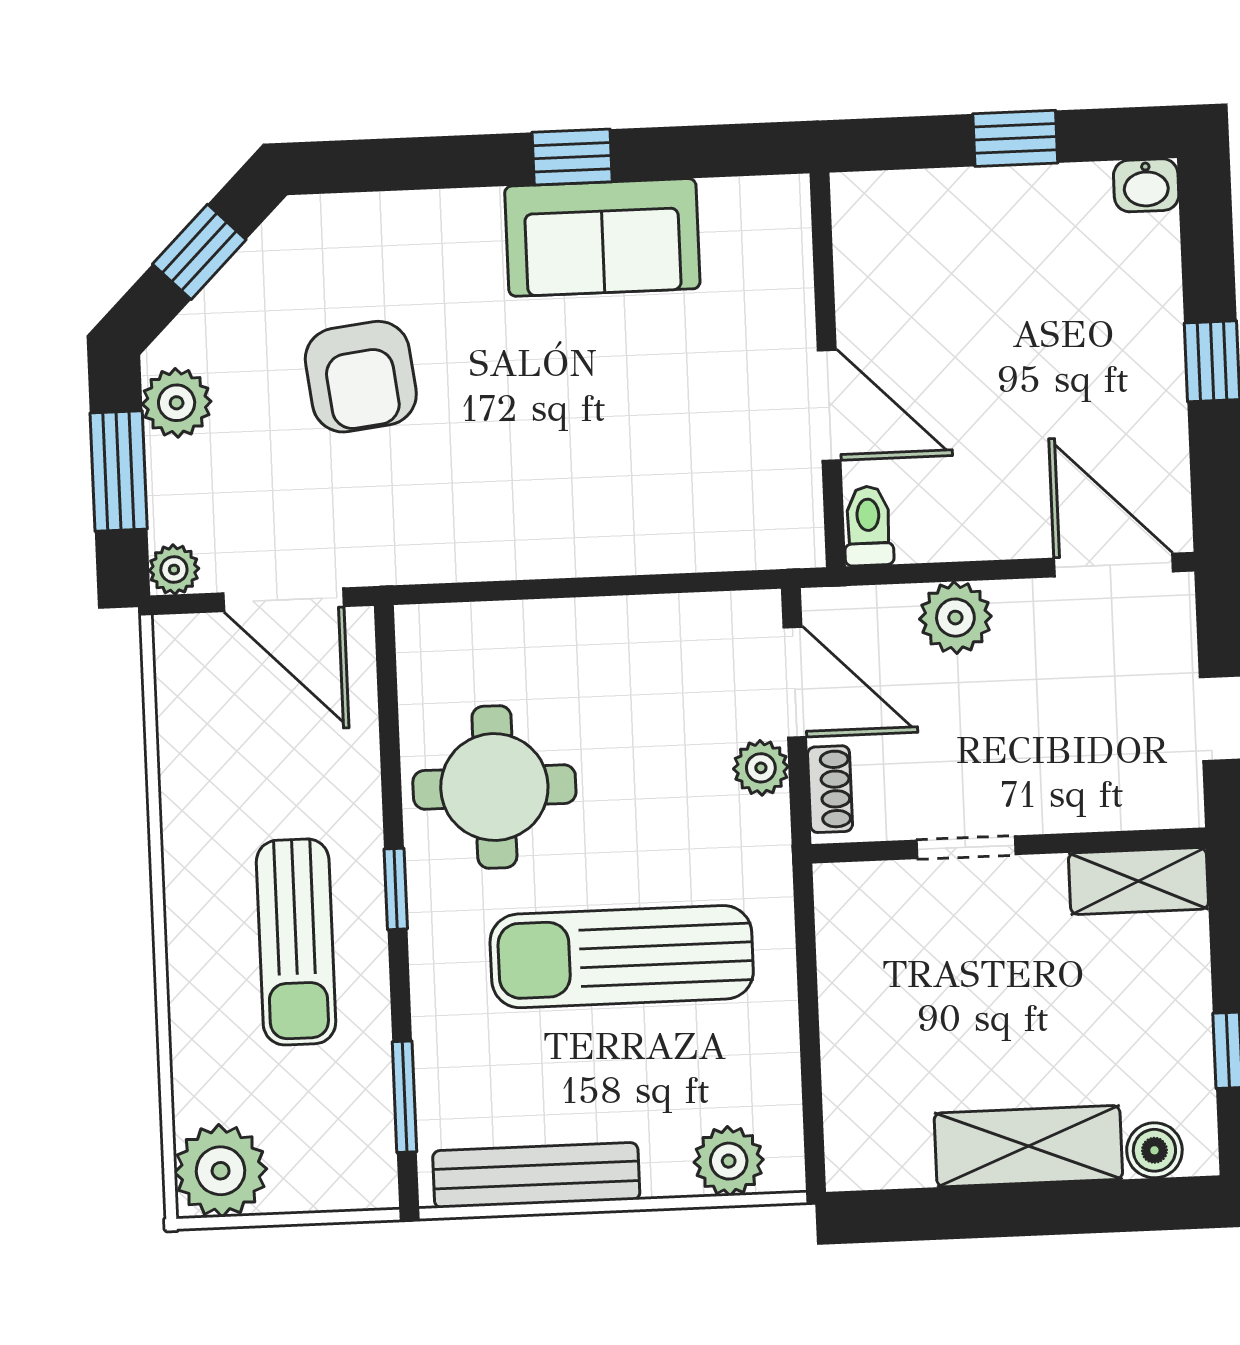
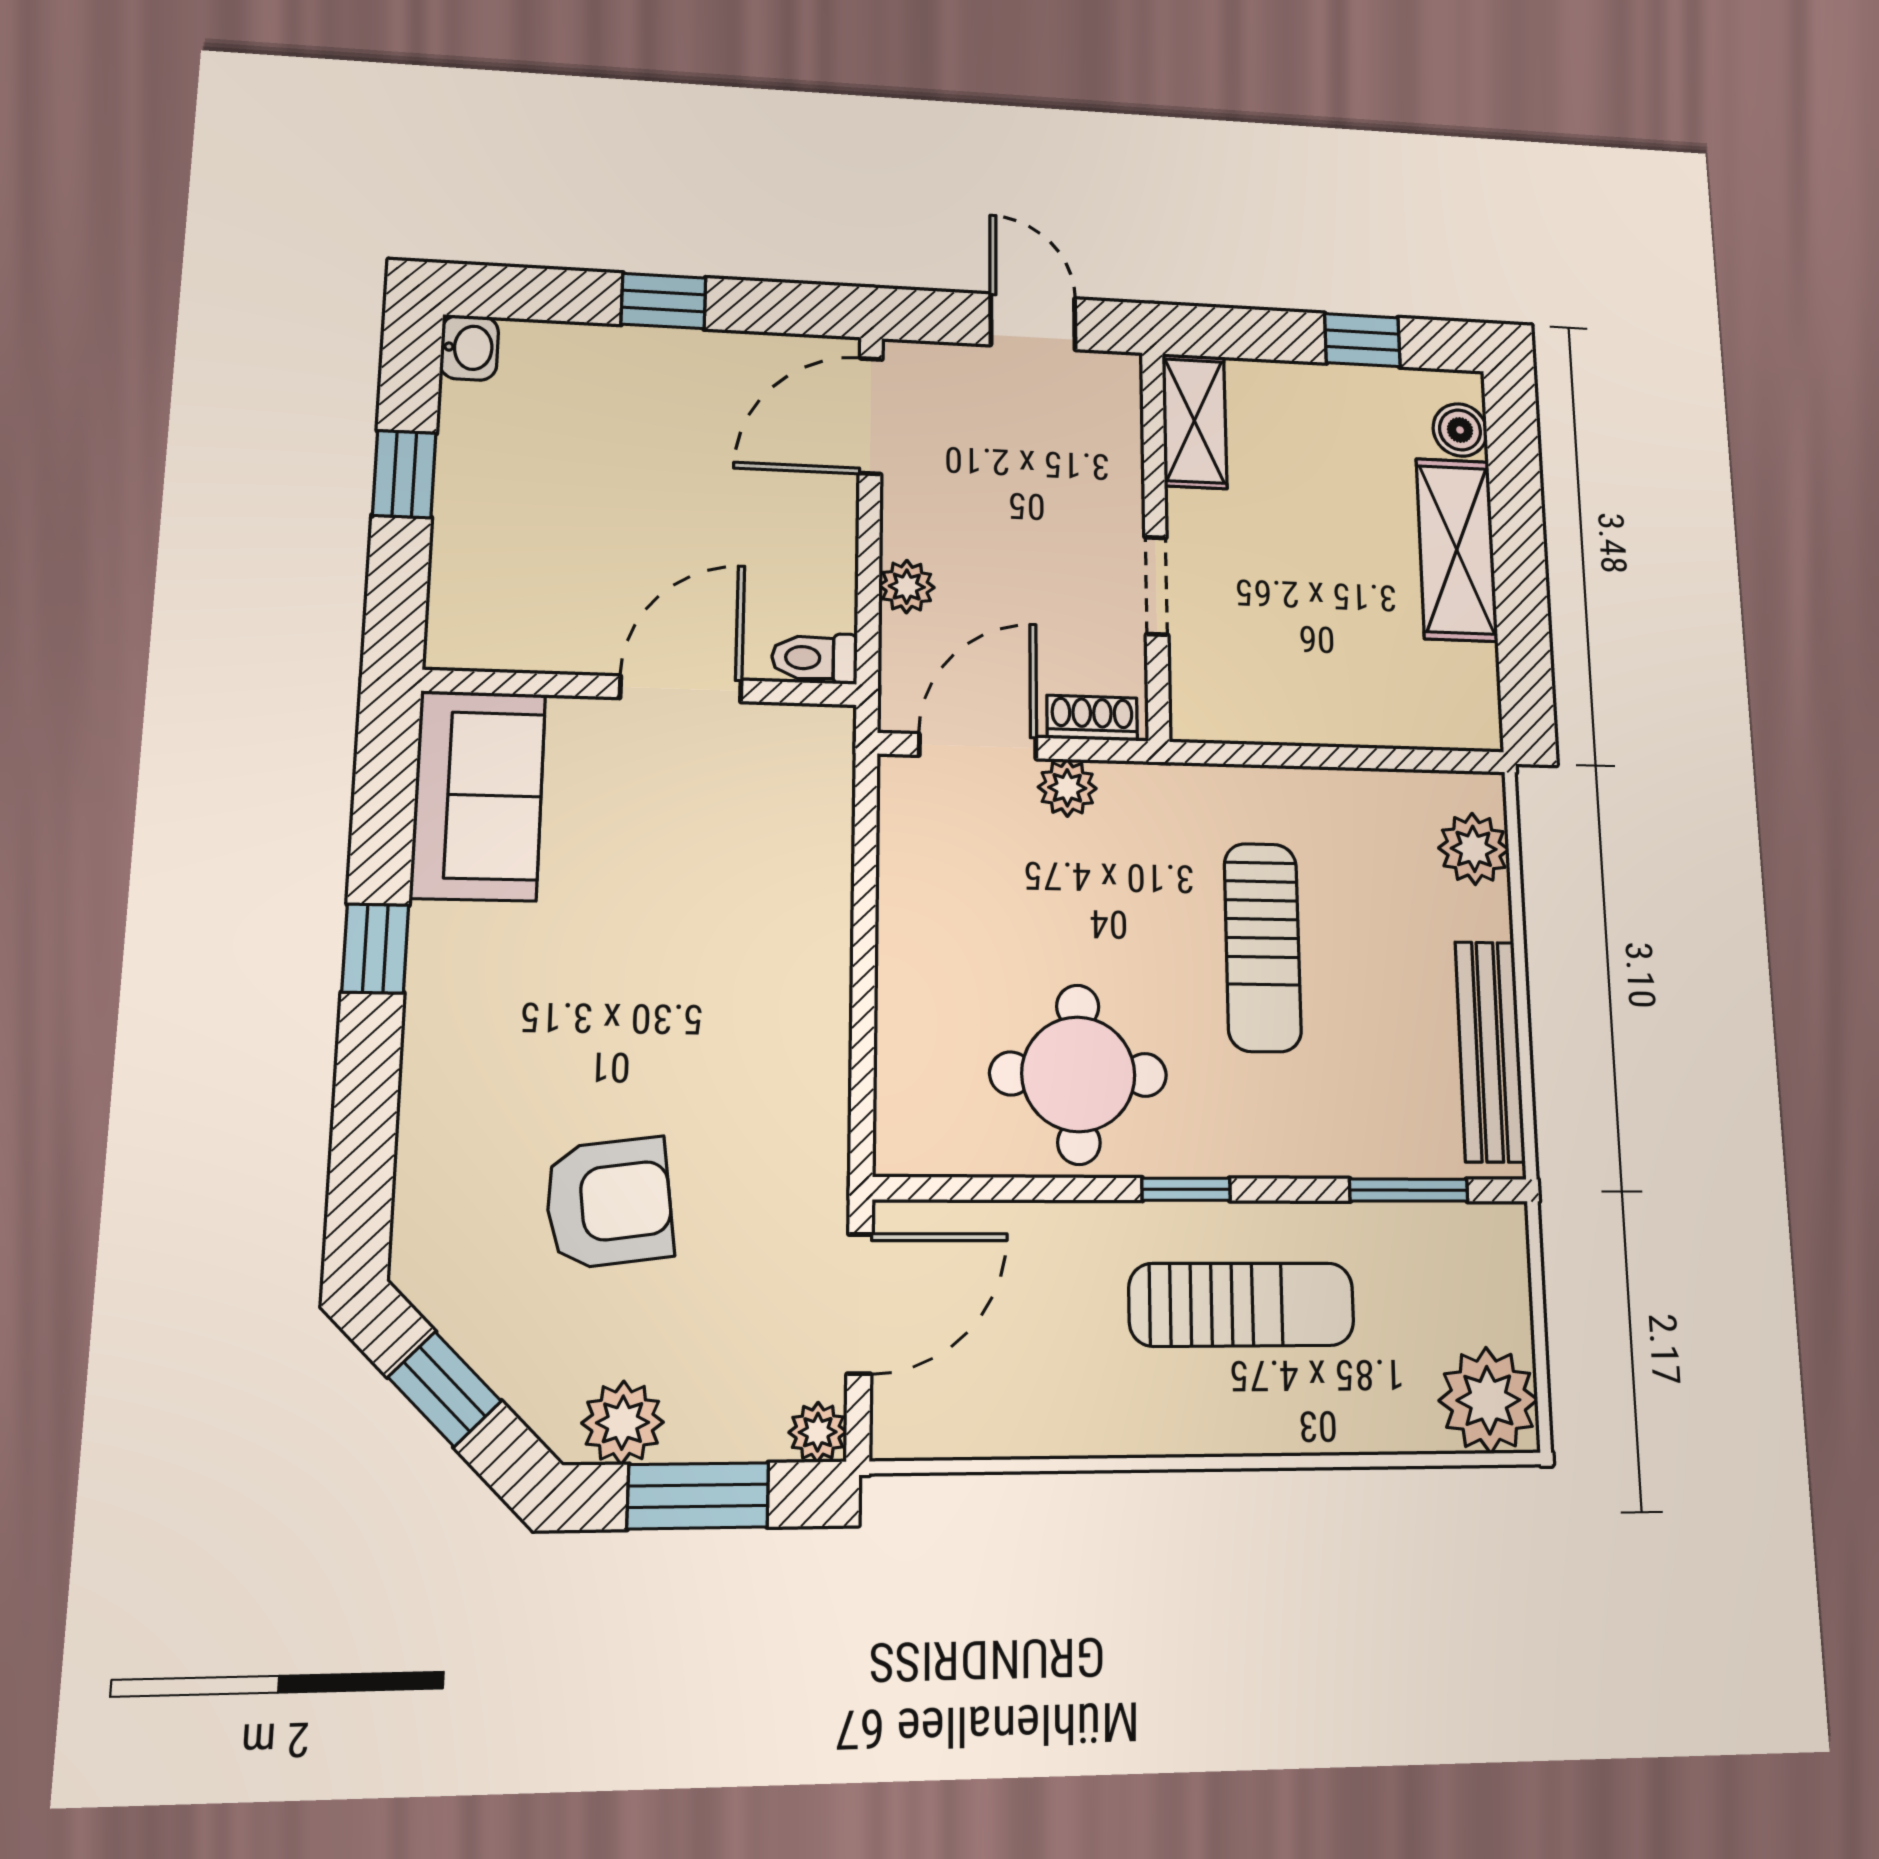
sofa: (602, 237) -> (478, 795), moved
plant: (955, 618) -> (907, 587), width x0.73, depth x0.73
sun lounger: (622, 957) -> (1263, 947), width x0.73, depth x0.75

